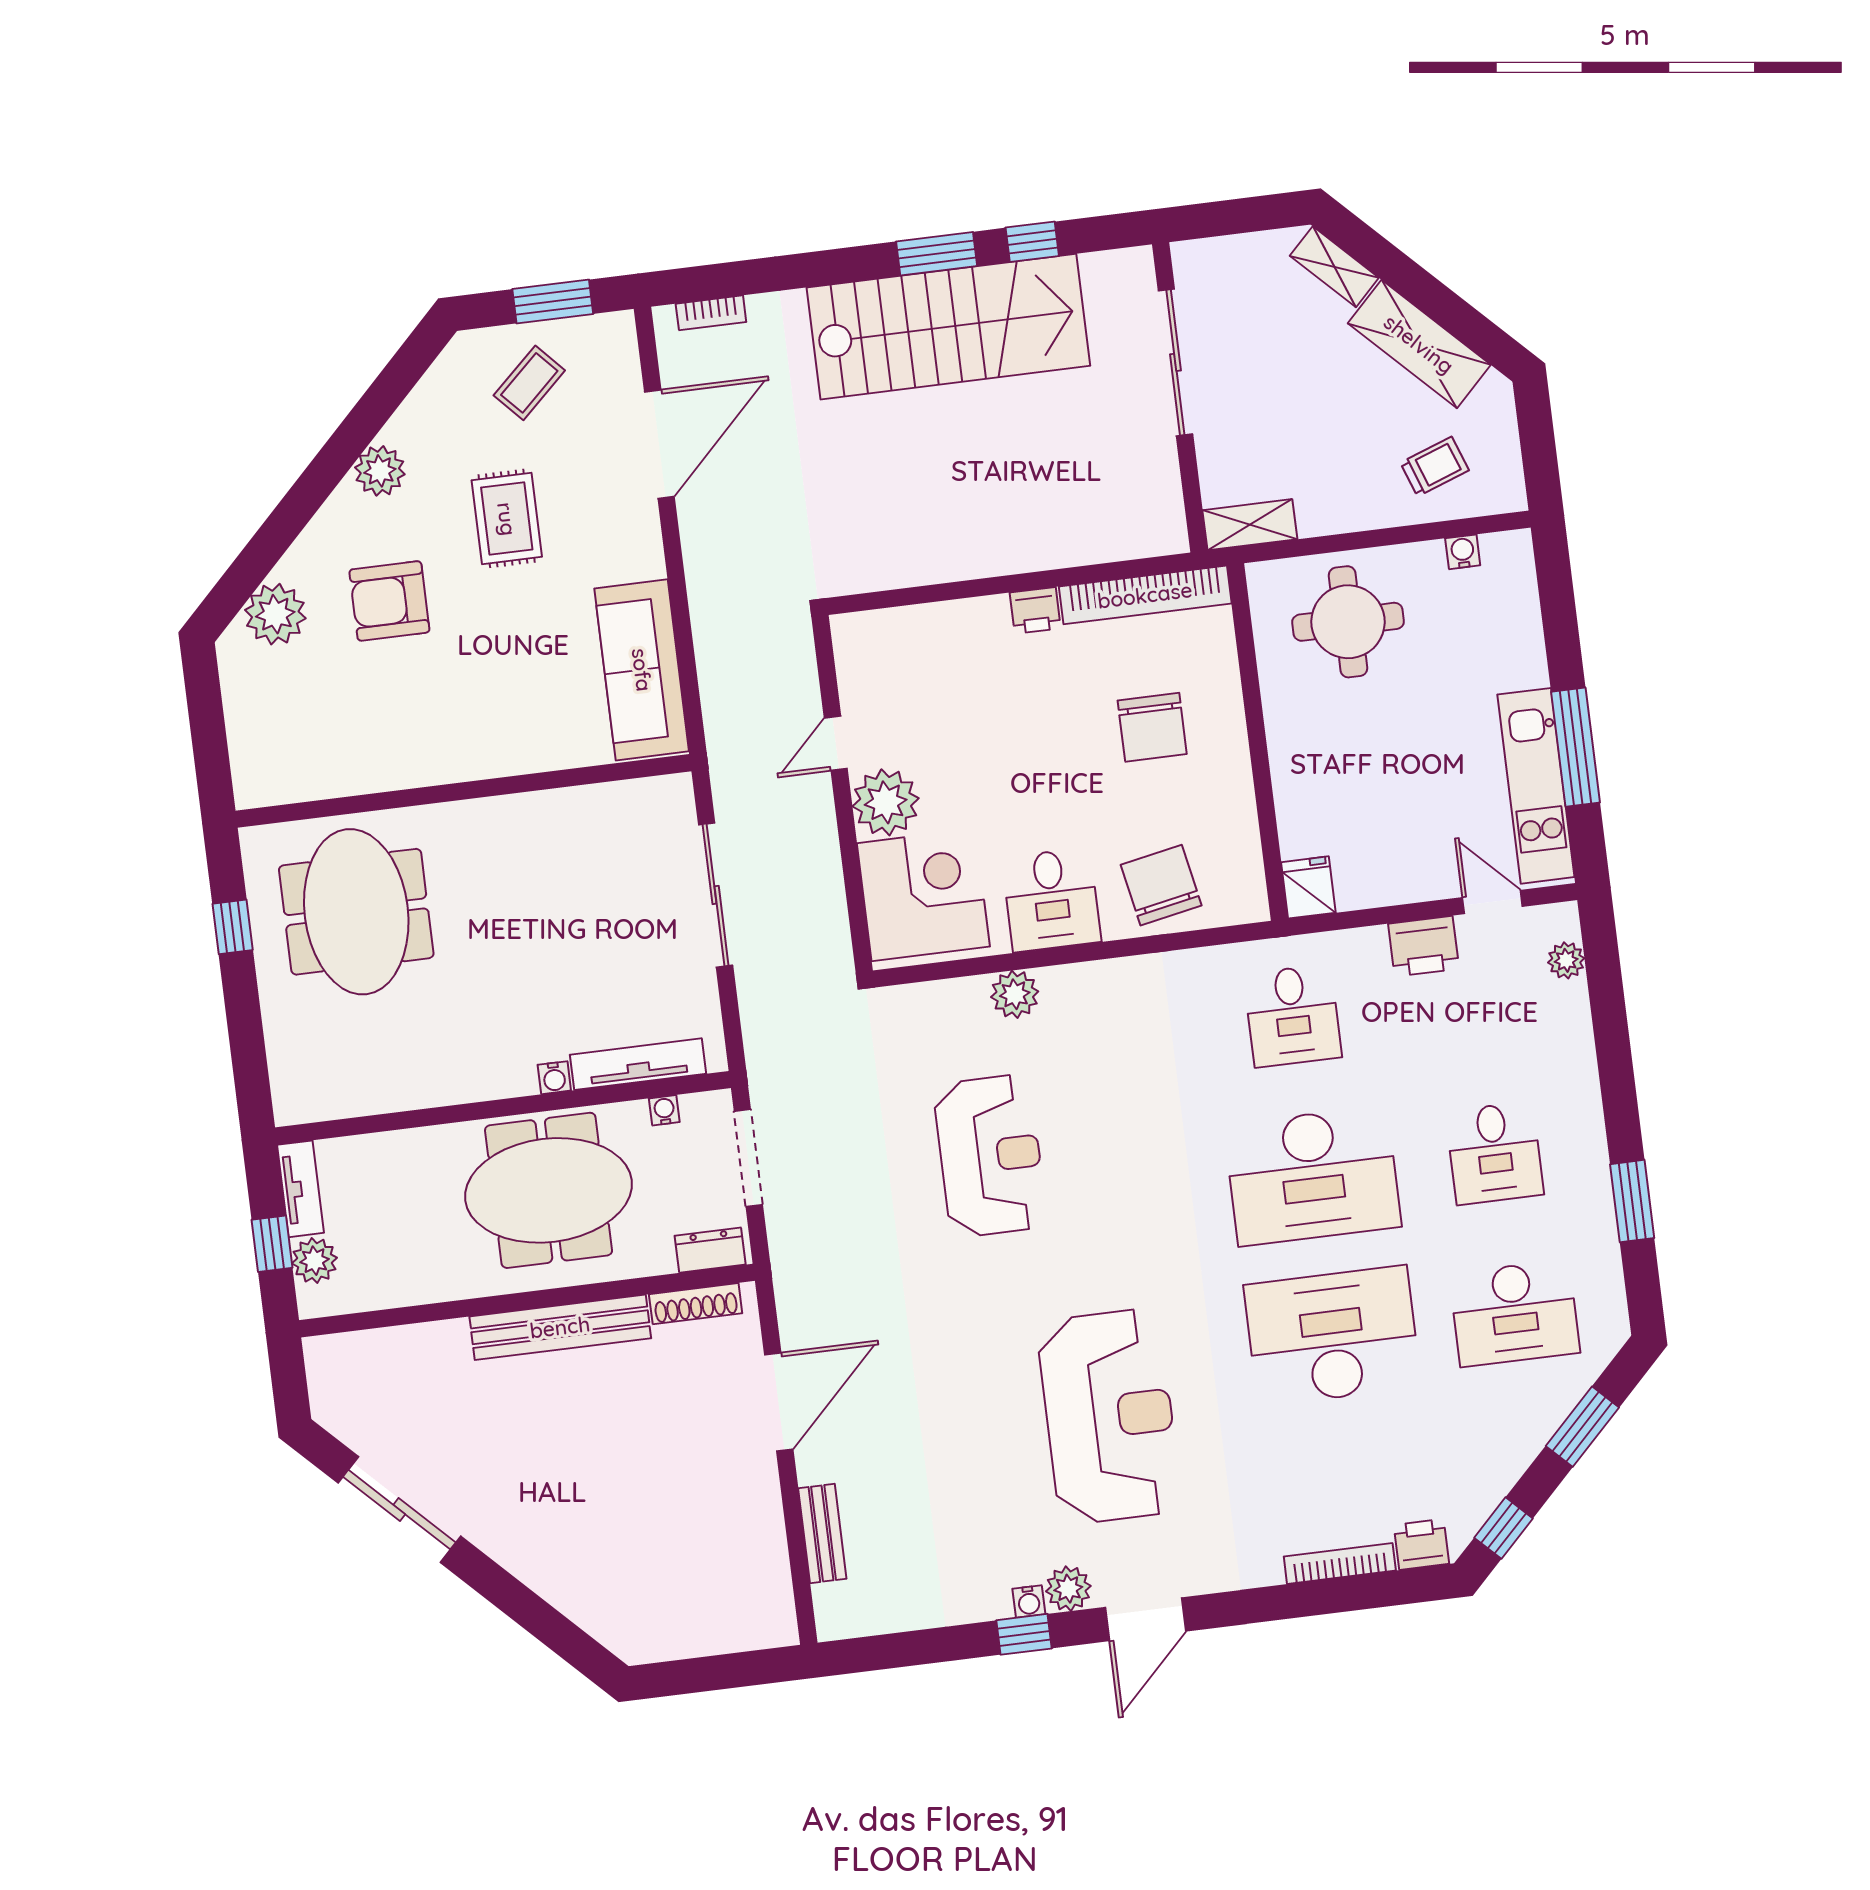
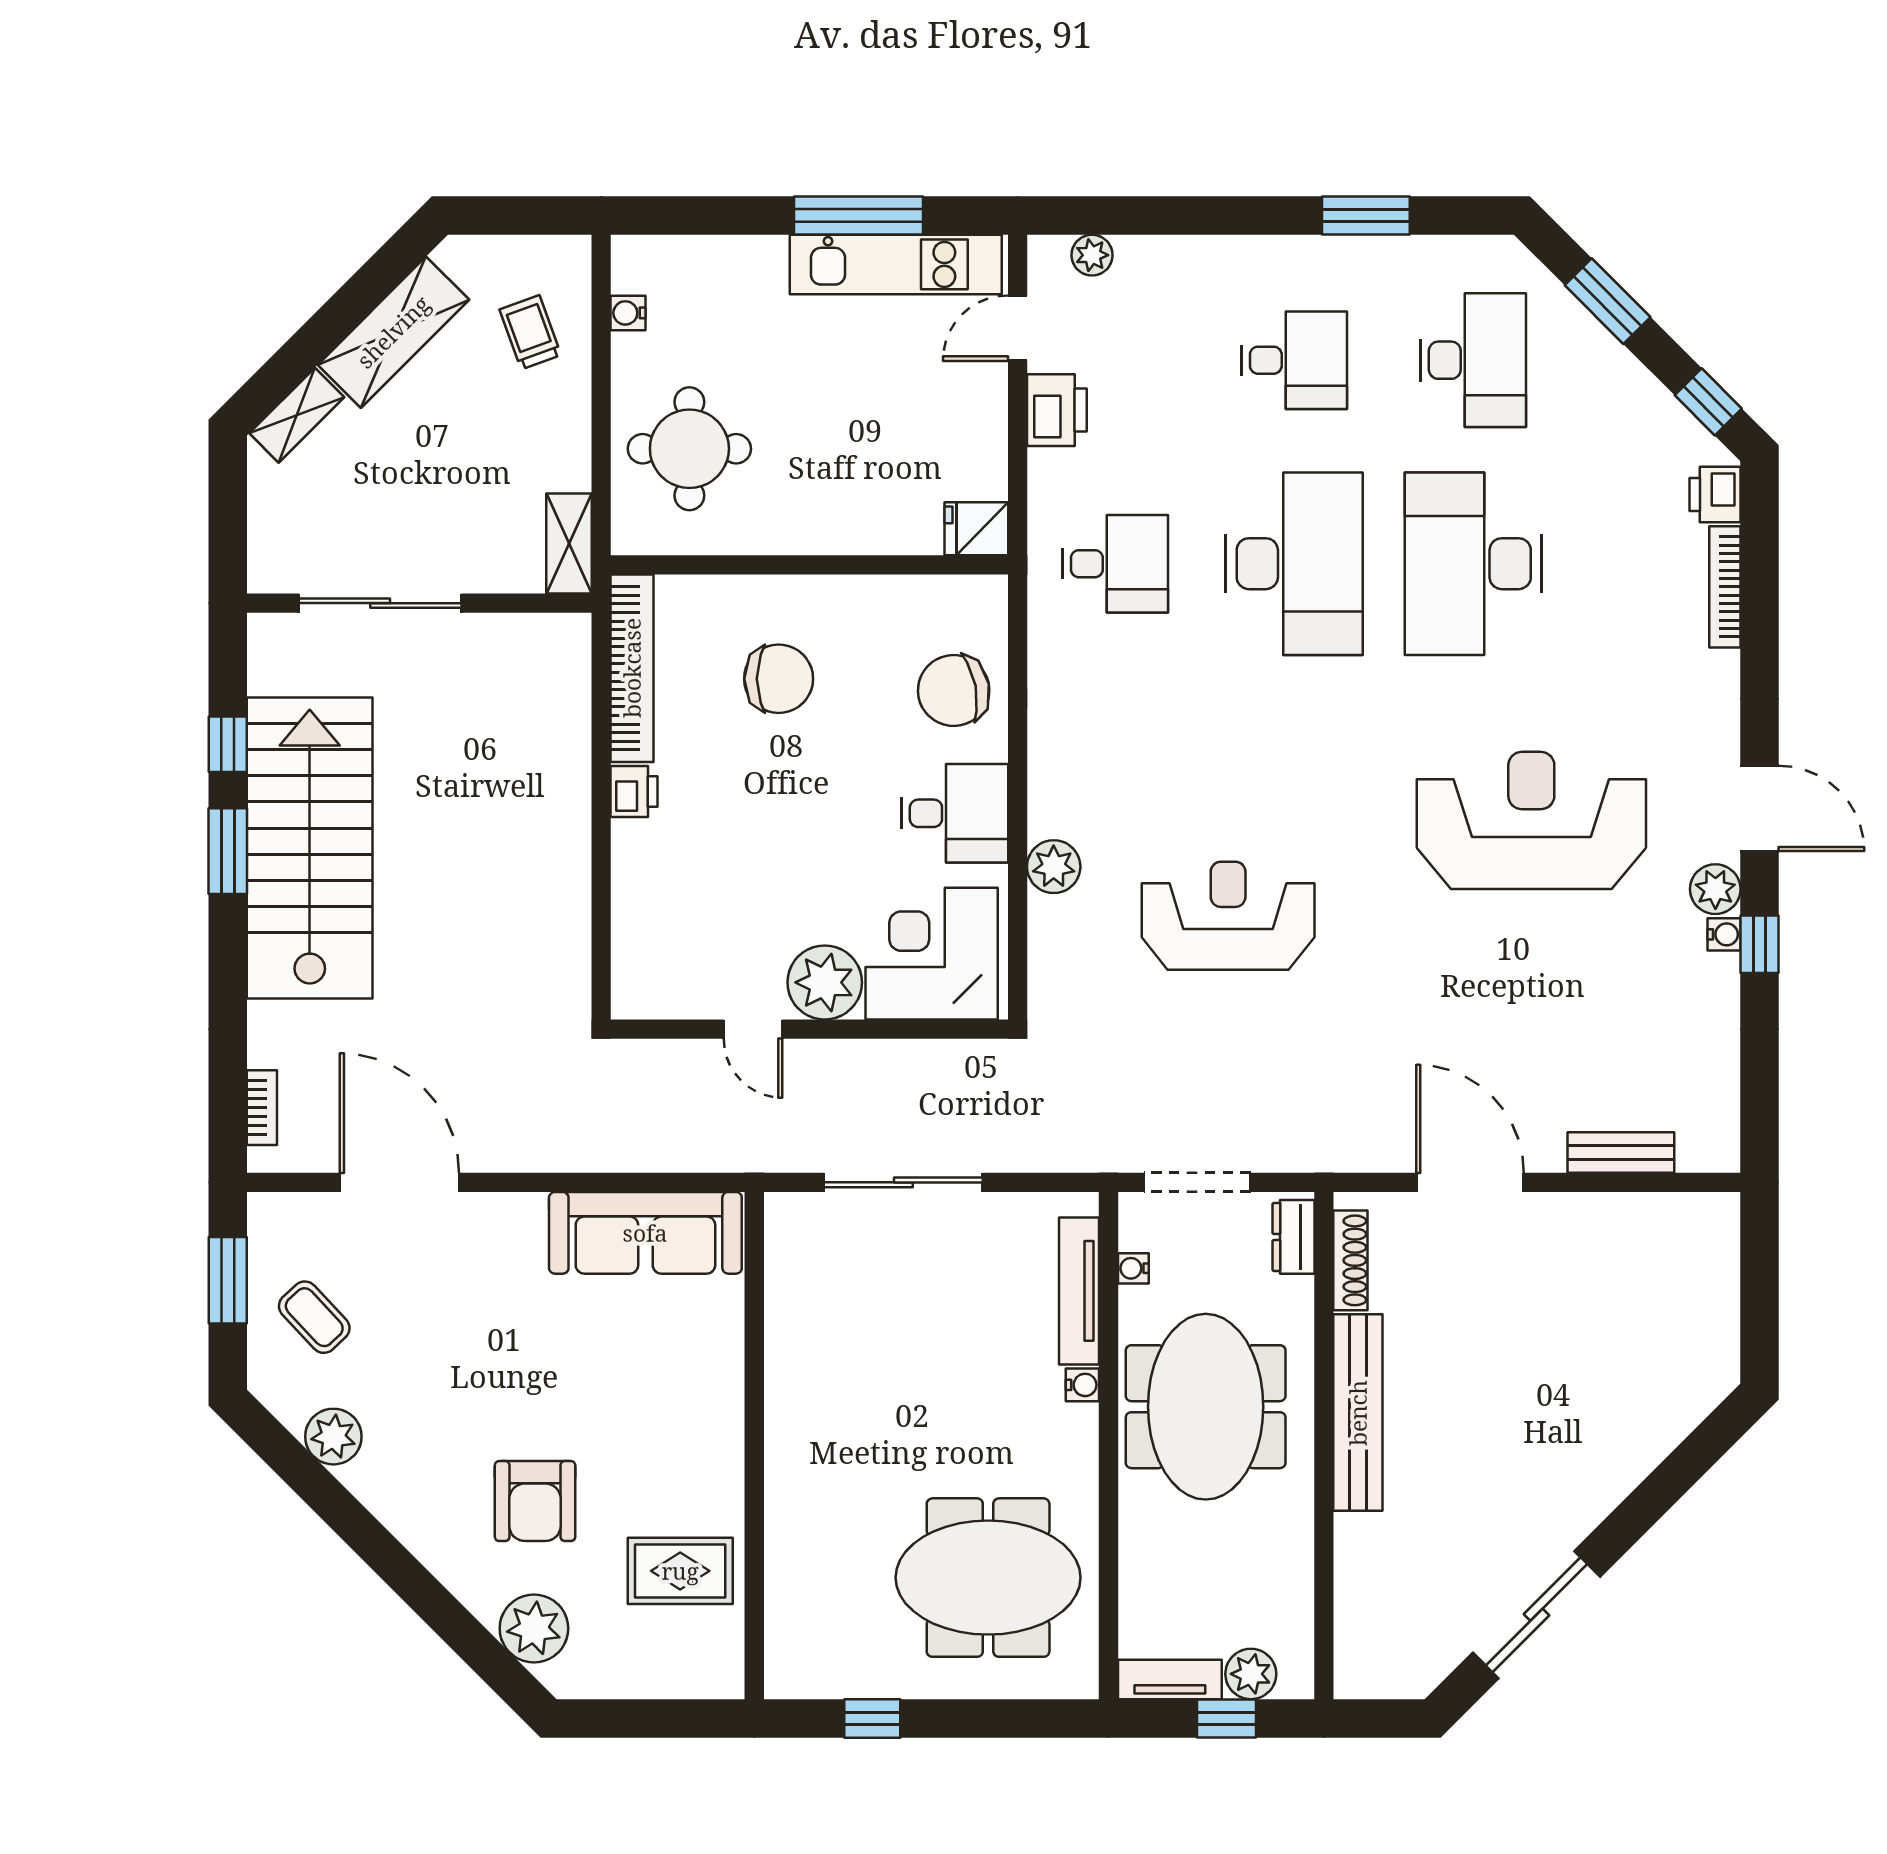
plant: (380, 471) -> (333, 1437), moved
rug: (507, 519) -> (680, 1571), moved
meeting table: (356, 912) -> (988, 1578), moved

